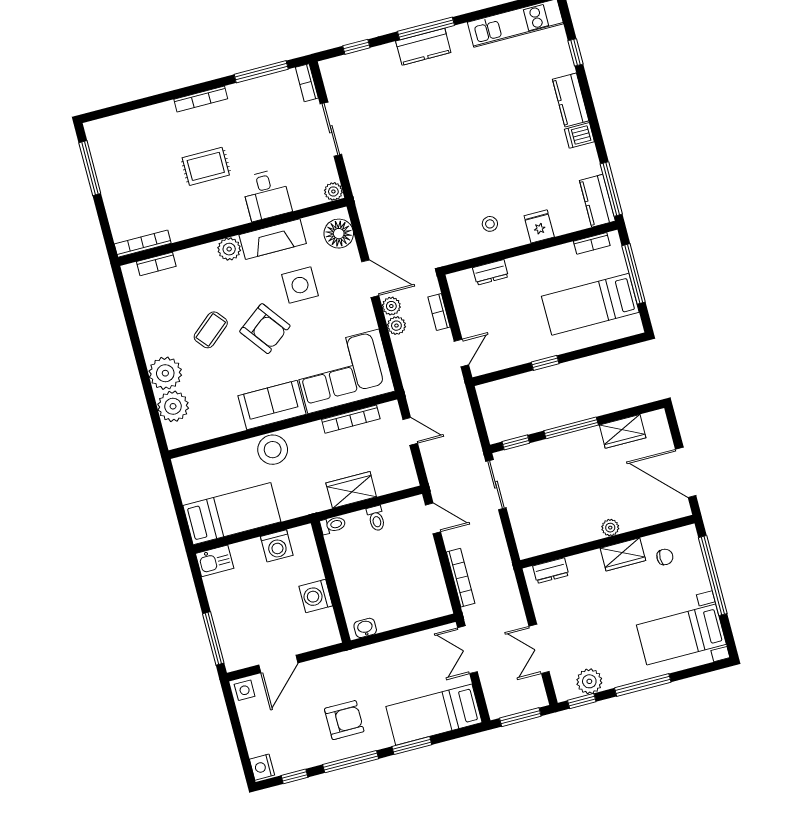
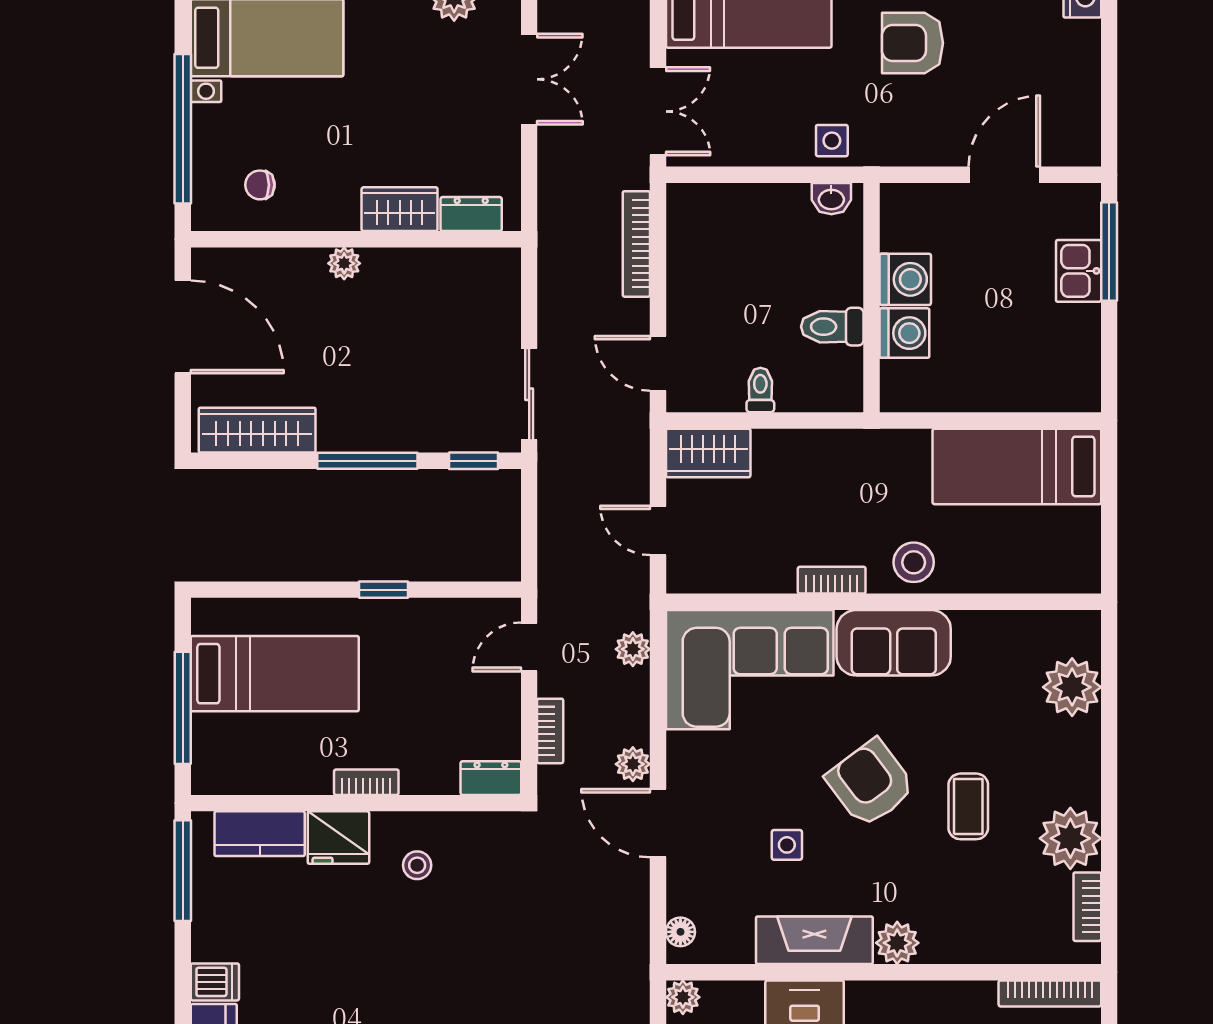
kitchen counter: (597, 201) -> (260, 834), moved, turned 90
fridge: (539, 226) -> (338, 838), width x1.38
floor lamp: (339, 234) -> (680, 932), width x0.53, depth x0.53
bookcase: (592, 243) -> (366, 782), moved
bookcase: (156, 264) -> (1087, 907), moved, turned -90
dresser: (491, 272) -> (491, 778), moved
side table: (300, 285) -> (787, 845), width x0.54, depth x0.54
plant: (396, 326) -> (633, 649), moved
coffee table: (211, 330) -> (968, 806), turned -50
plant: (165, 373) -> (1070, 838), moved
bookcase: (351, 419) -> (832, 580), moved, width x0.64
wardrobe: (623, 431) -> (257, 430), width x1.50
stool: (273, 450) -> (914, 562), width x0.73, depth x0.73
wardrobe: (351, 490) -> (708, 453), moved
toilet: (333, 525) -> (832, 327), moved, width x1.37, depth x1.39
washing machine: (277, 546) -> (904, 333), moved, turned 90
wardrobe: (623, 554) -> (400, 209), moved
kitchen sink: (215, 561) -> (1079, 271), moved, turned -90
side table: (245, 690) -> (832, 141), moved

